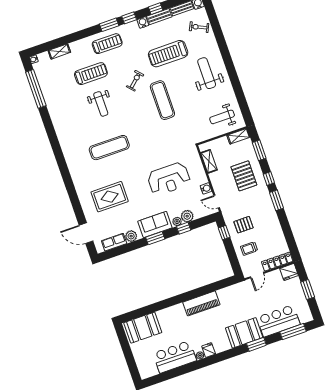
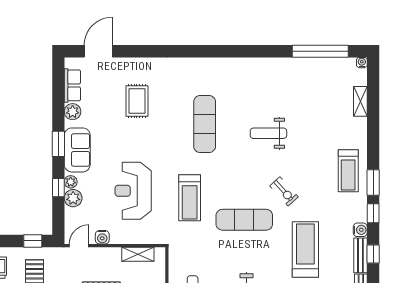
treadmill: (91, 74) -> (190, 198), moved
rug: (110, 197) -> (137, 101), width x0.73, depth x0.70

